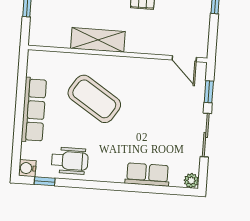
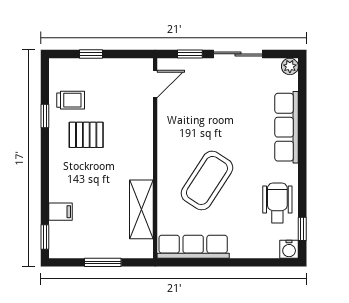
shelving: (98, 40) -> (141, 209), moved
row of seats: (34, 110) -> (193, 247), moved
row of seats: (147, 175) -> (287, 127), width x1.48

